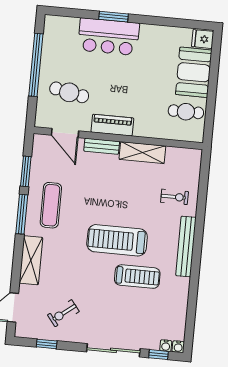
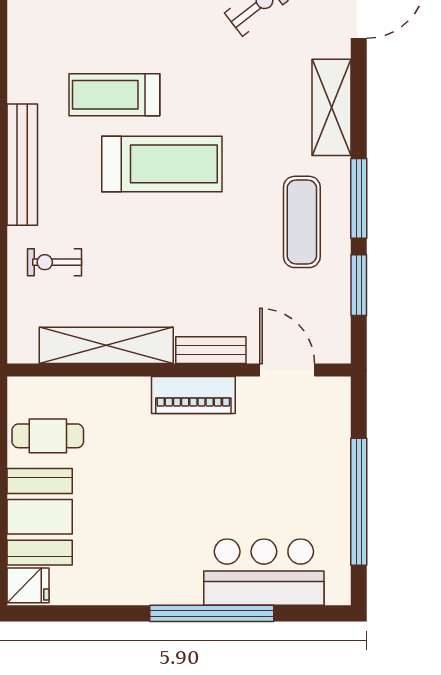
window: (113, 17) -> (212, 613), width x2.11
bar counter: (109, 37) -> (264, 572), moved
cafe table: (69, 92) -> (286, 453), removed
shelving: (142, 153) -> (106, 345), width x1.47

